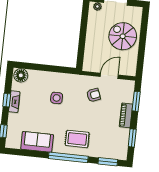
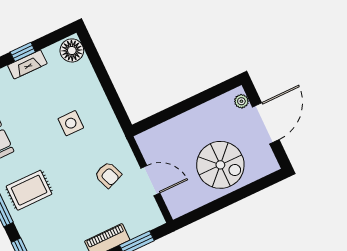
spiral stairs: (123, 36) -> (220, 165), turned 90
rug: (77, 139) -> (29, 190), turned 90

